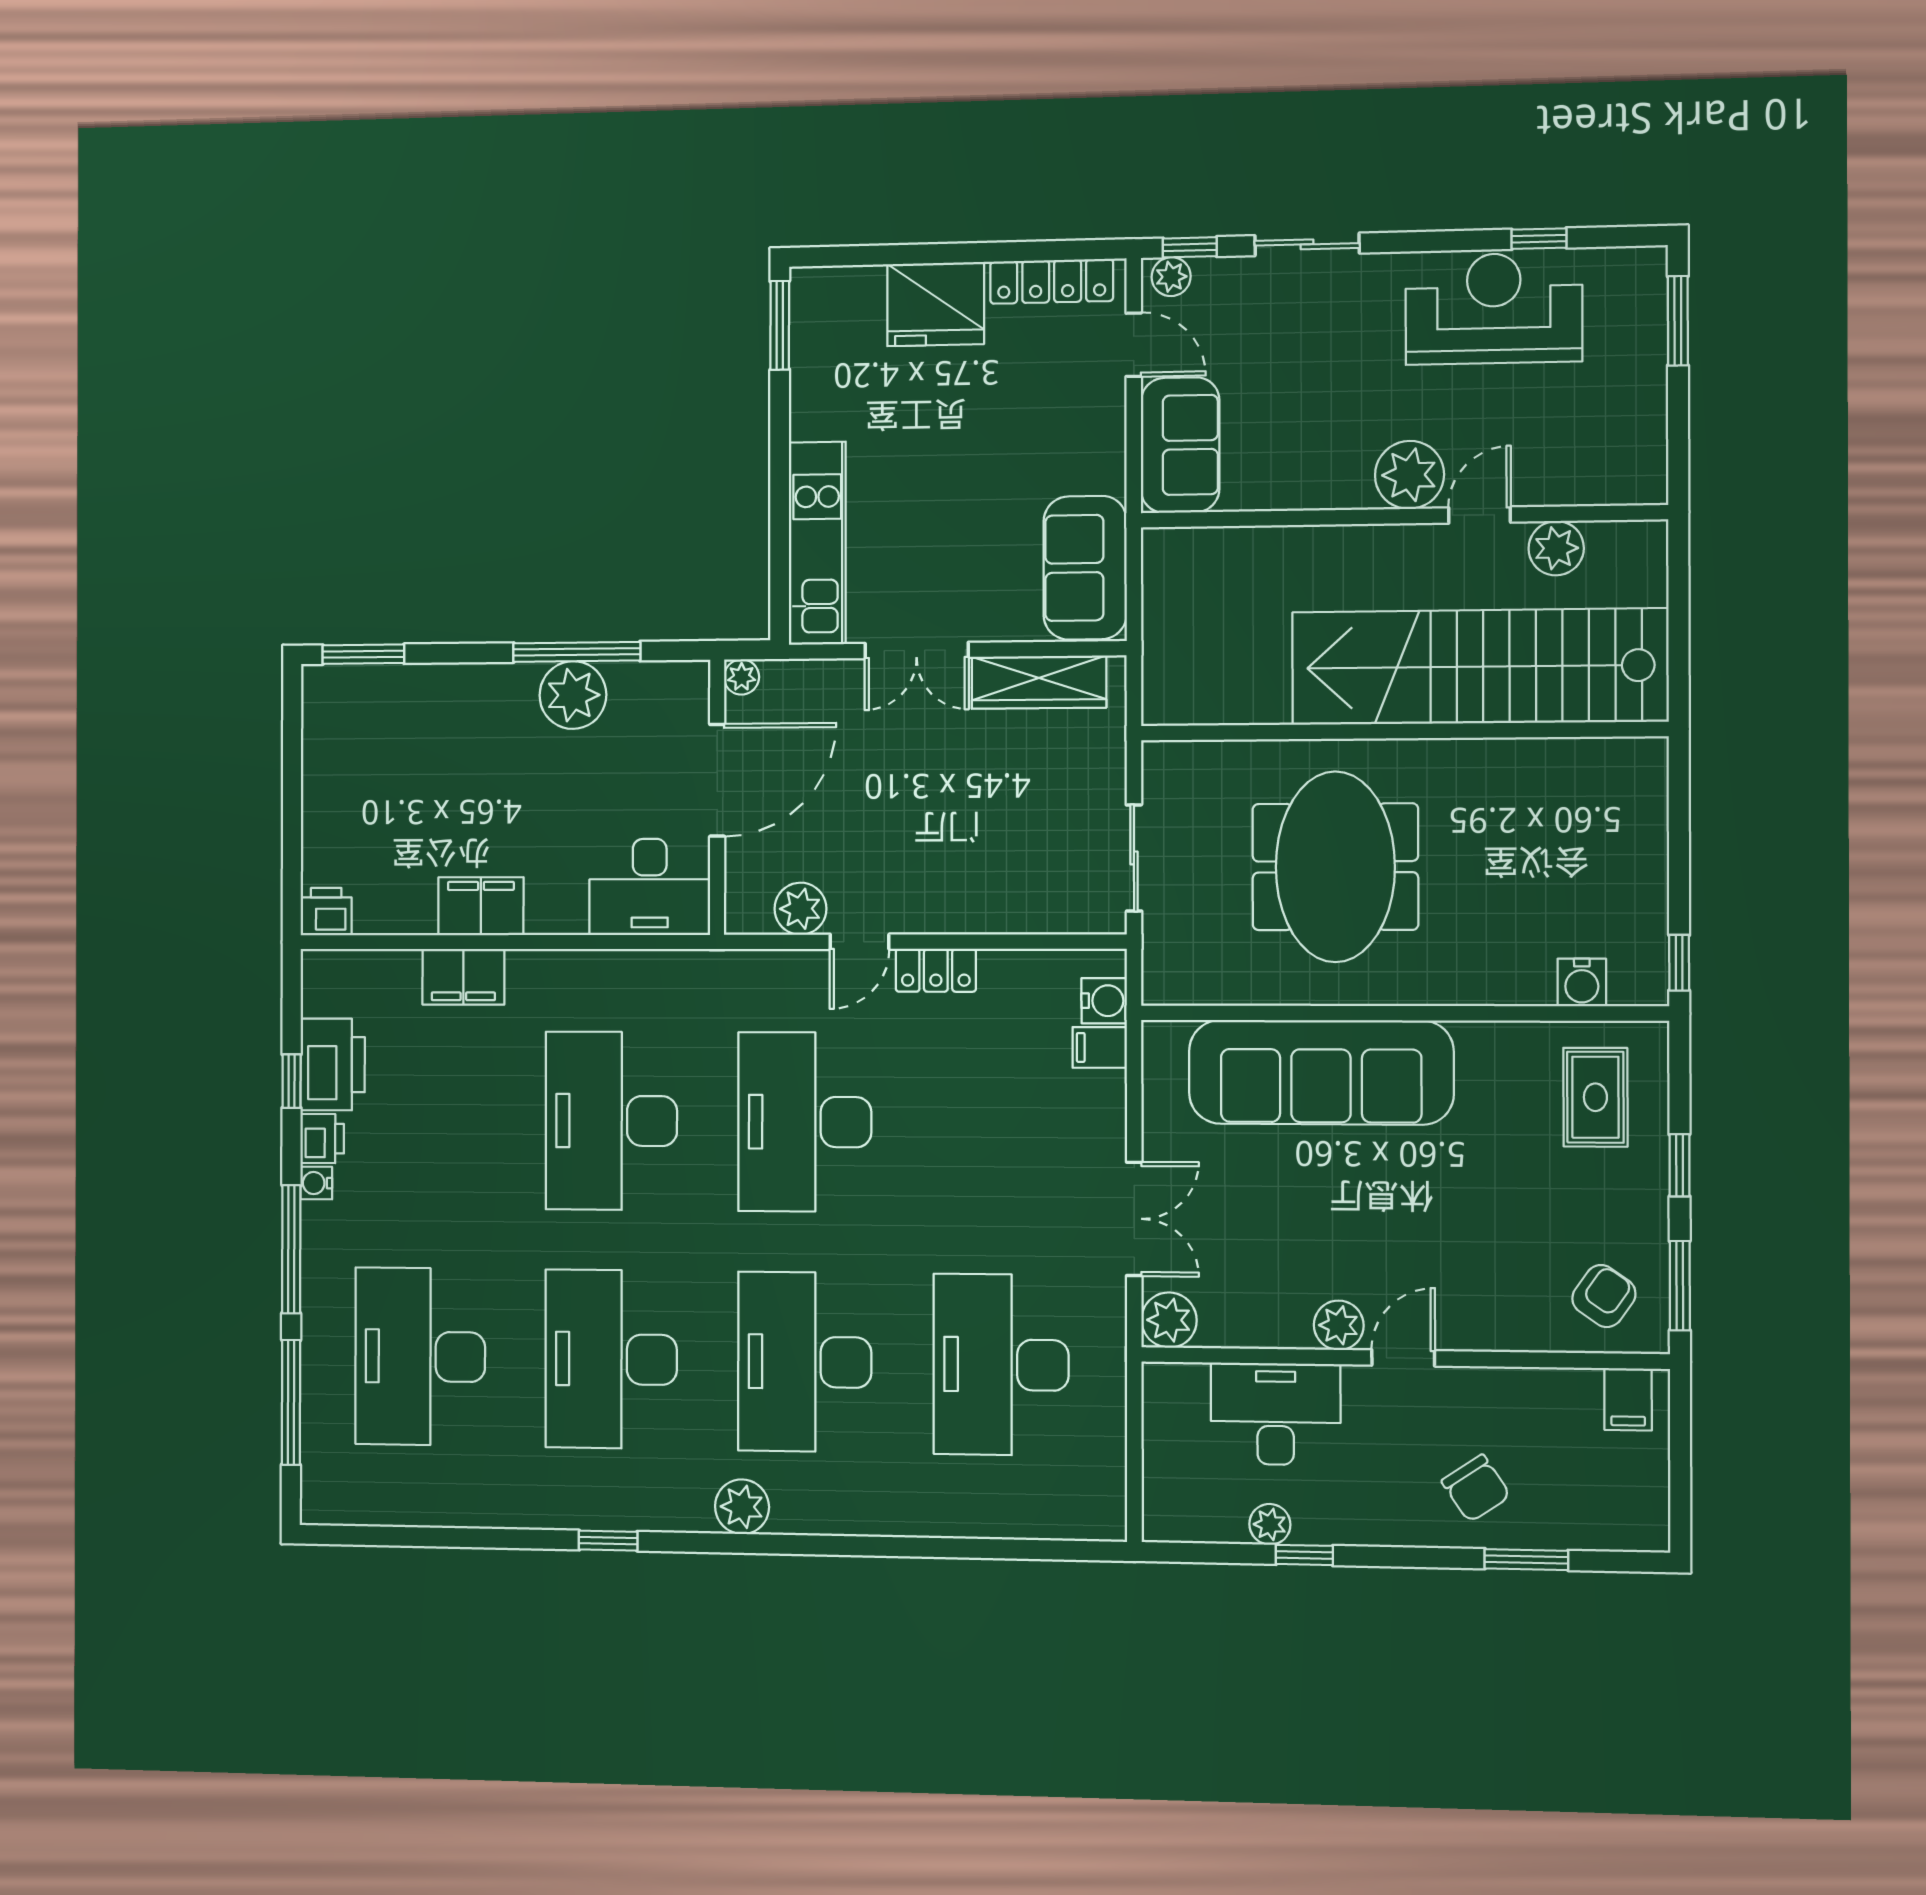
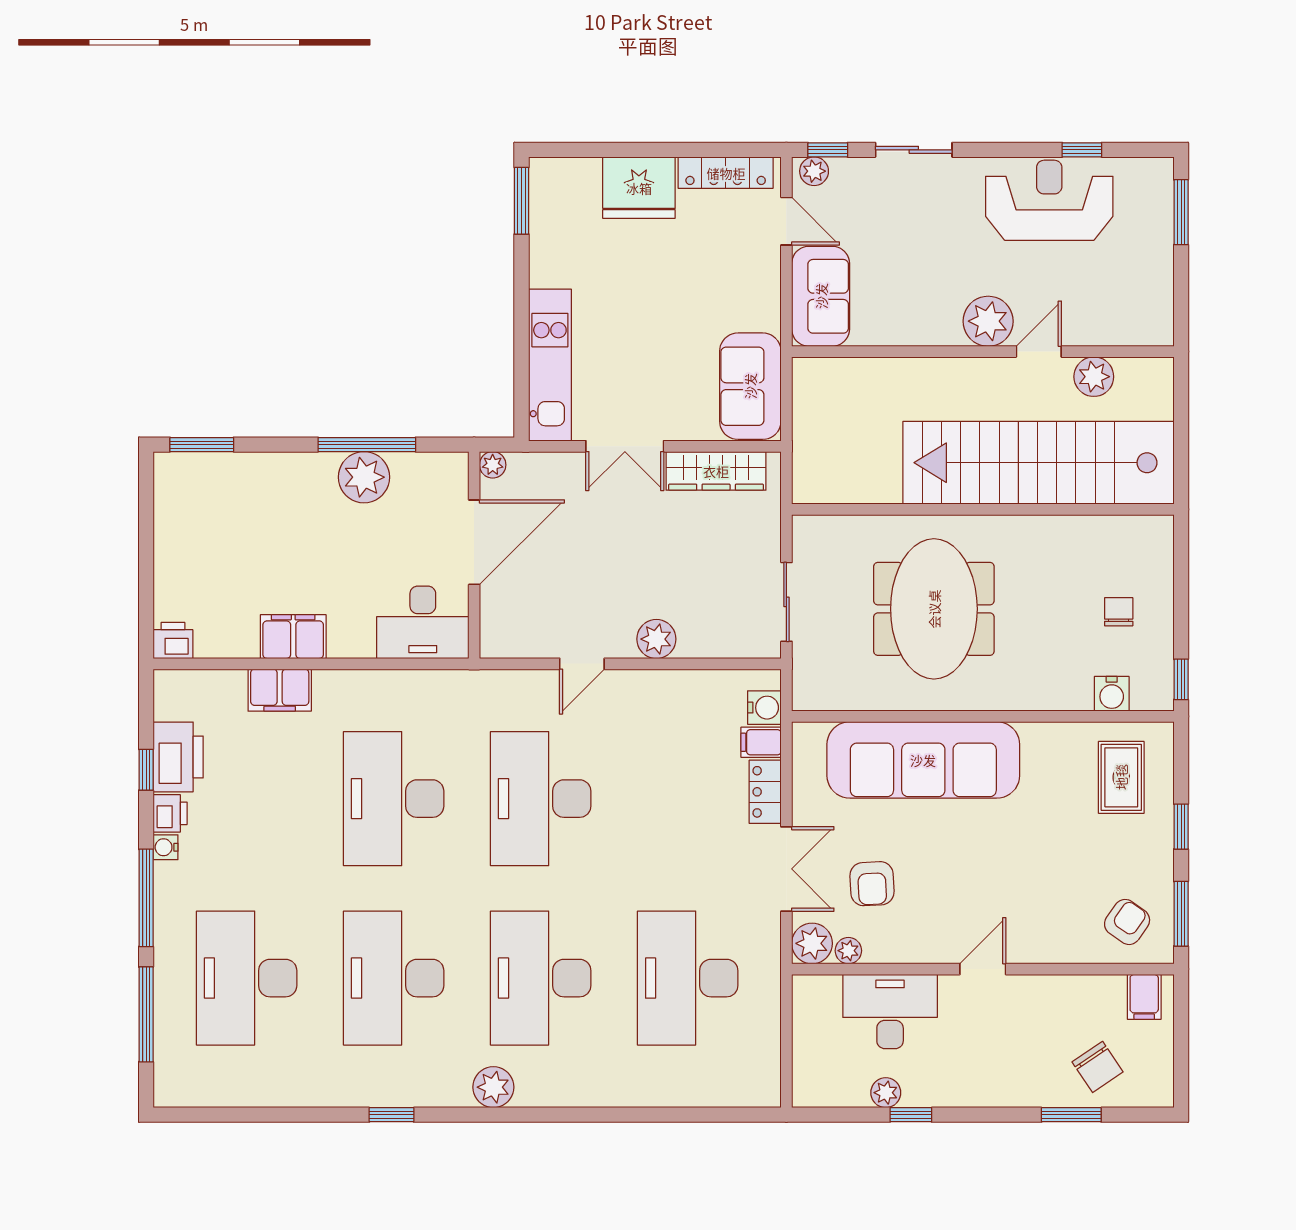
chair: (1591, 870) -> (1119, 612), added
plant: (800, 909) -> (656, 639), moved
locker: (936, 970) -> (765, 792), moved, turned 90
armchair: (1251, 1240) -> (872, 884), added
plant: (1339, 1325) -> (848, 951), moved, width x0.73, depth x0.73
chair: (1476, 1488) -> (1098, 1067), moved

